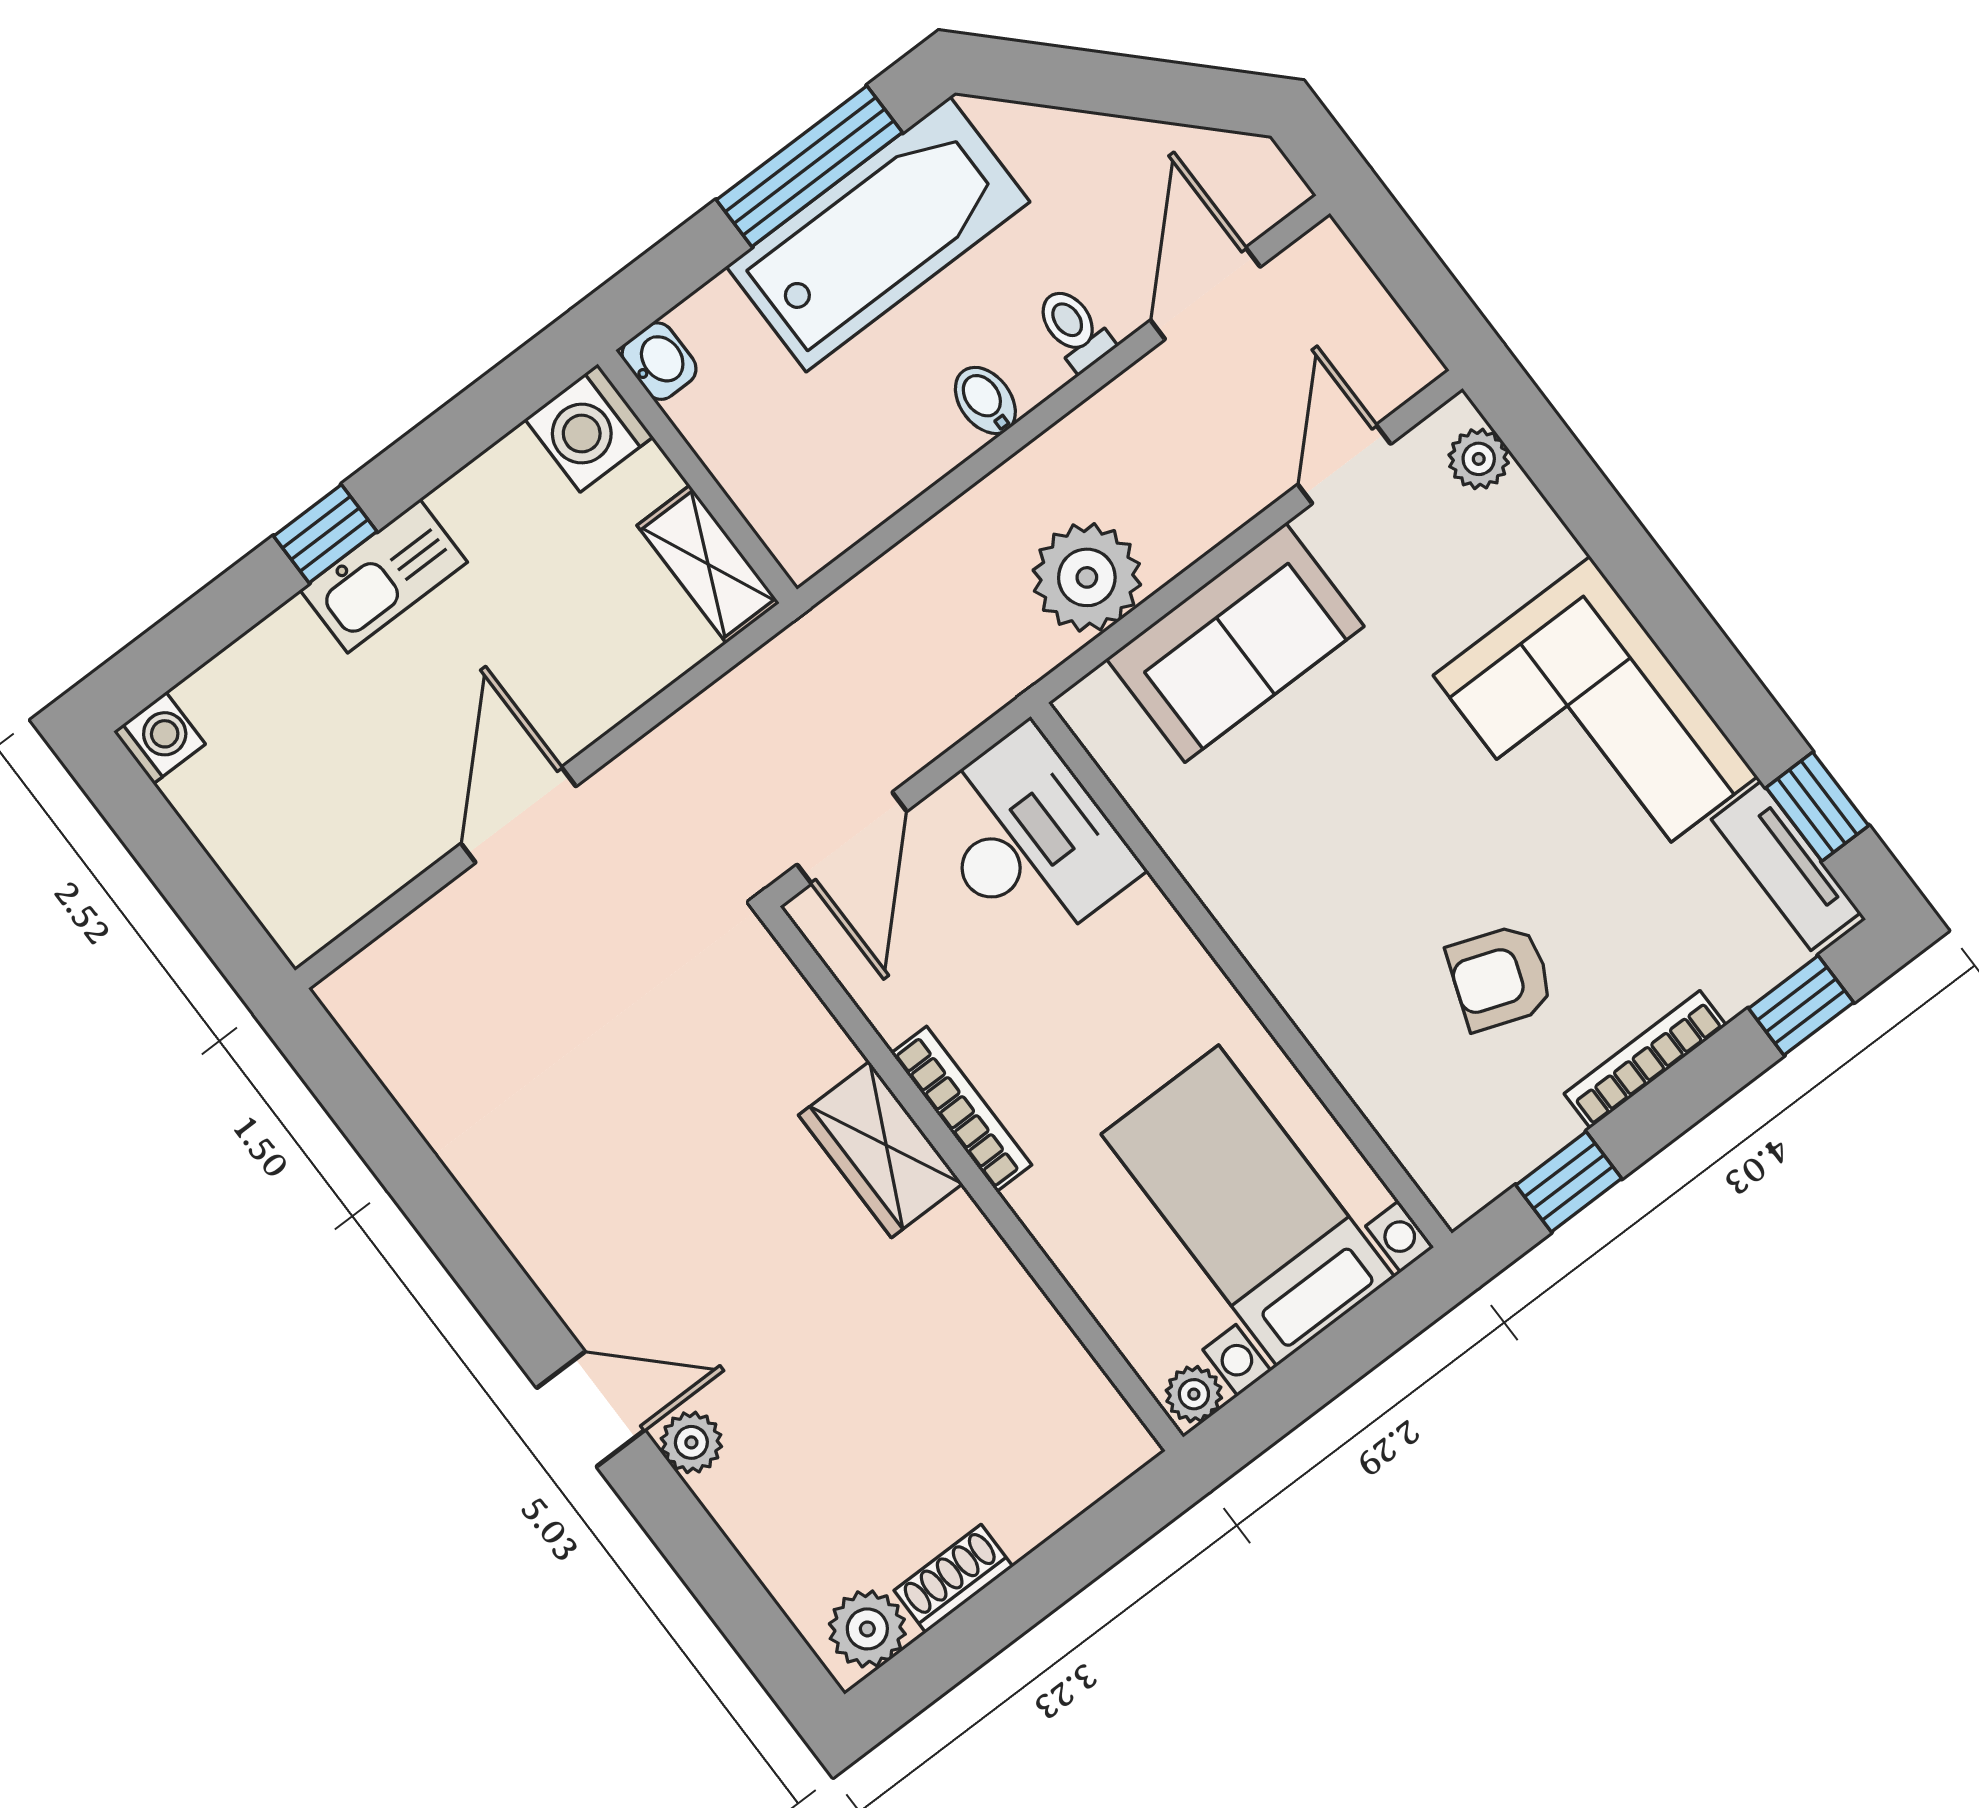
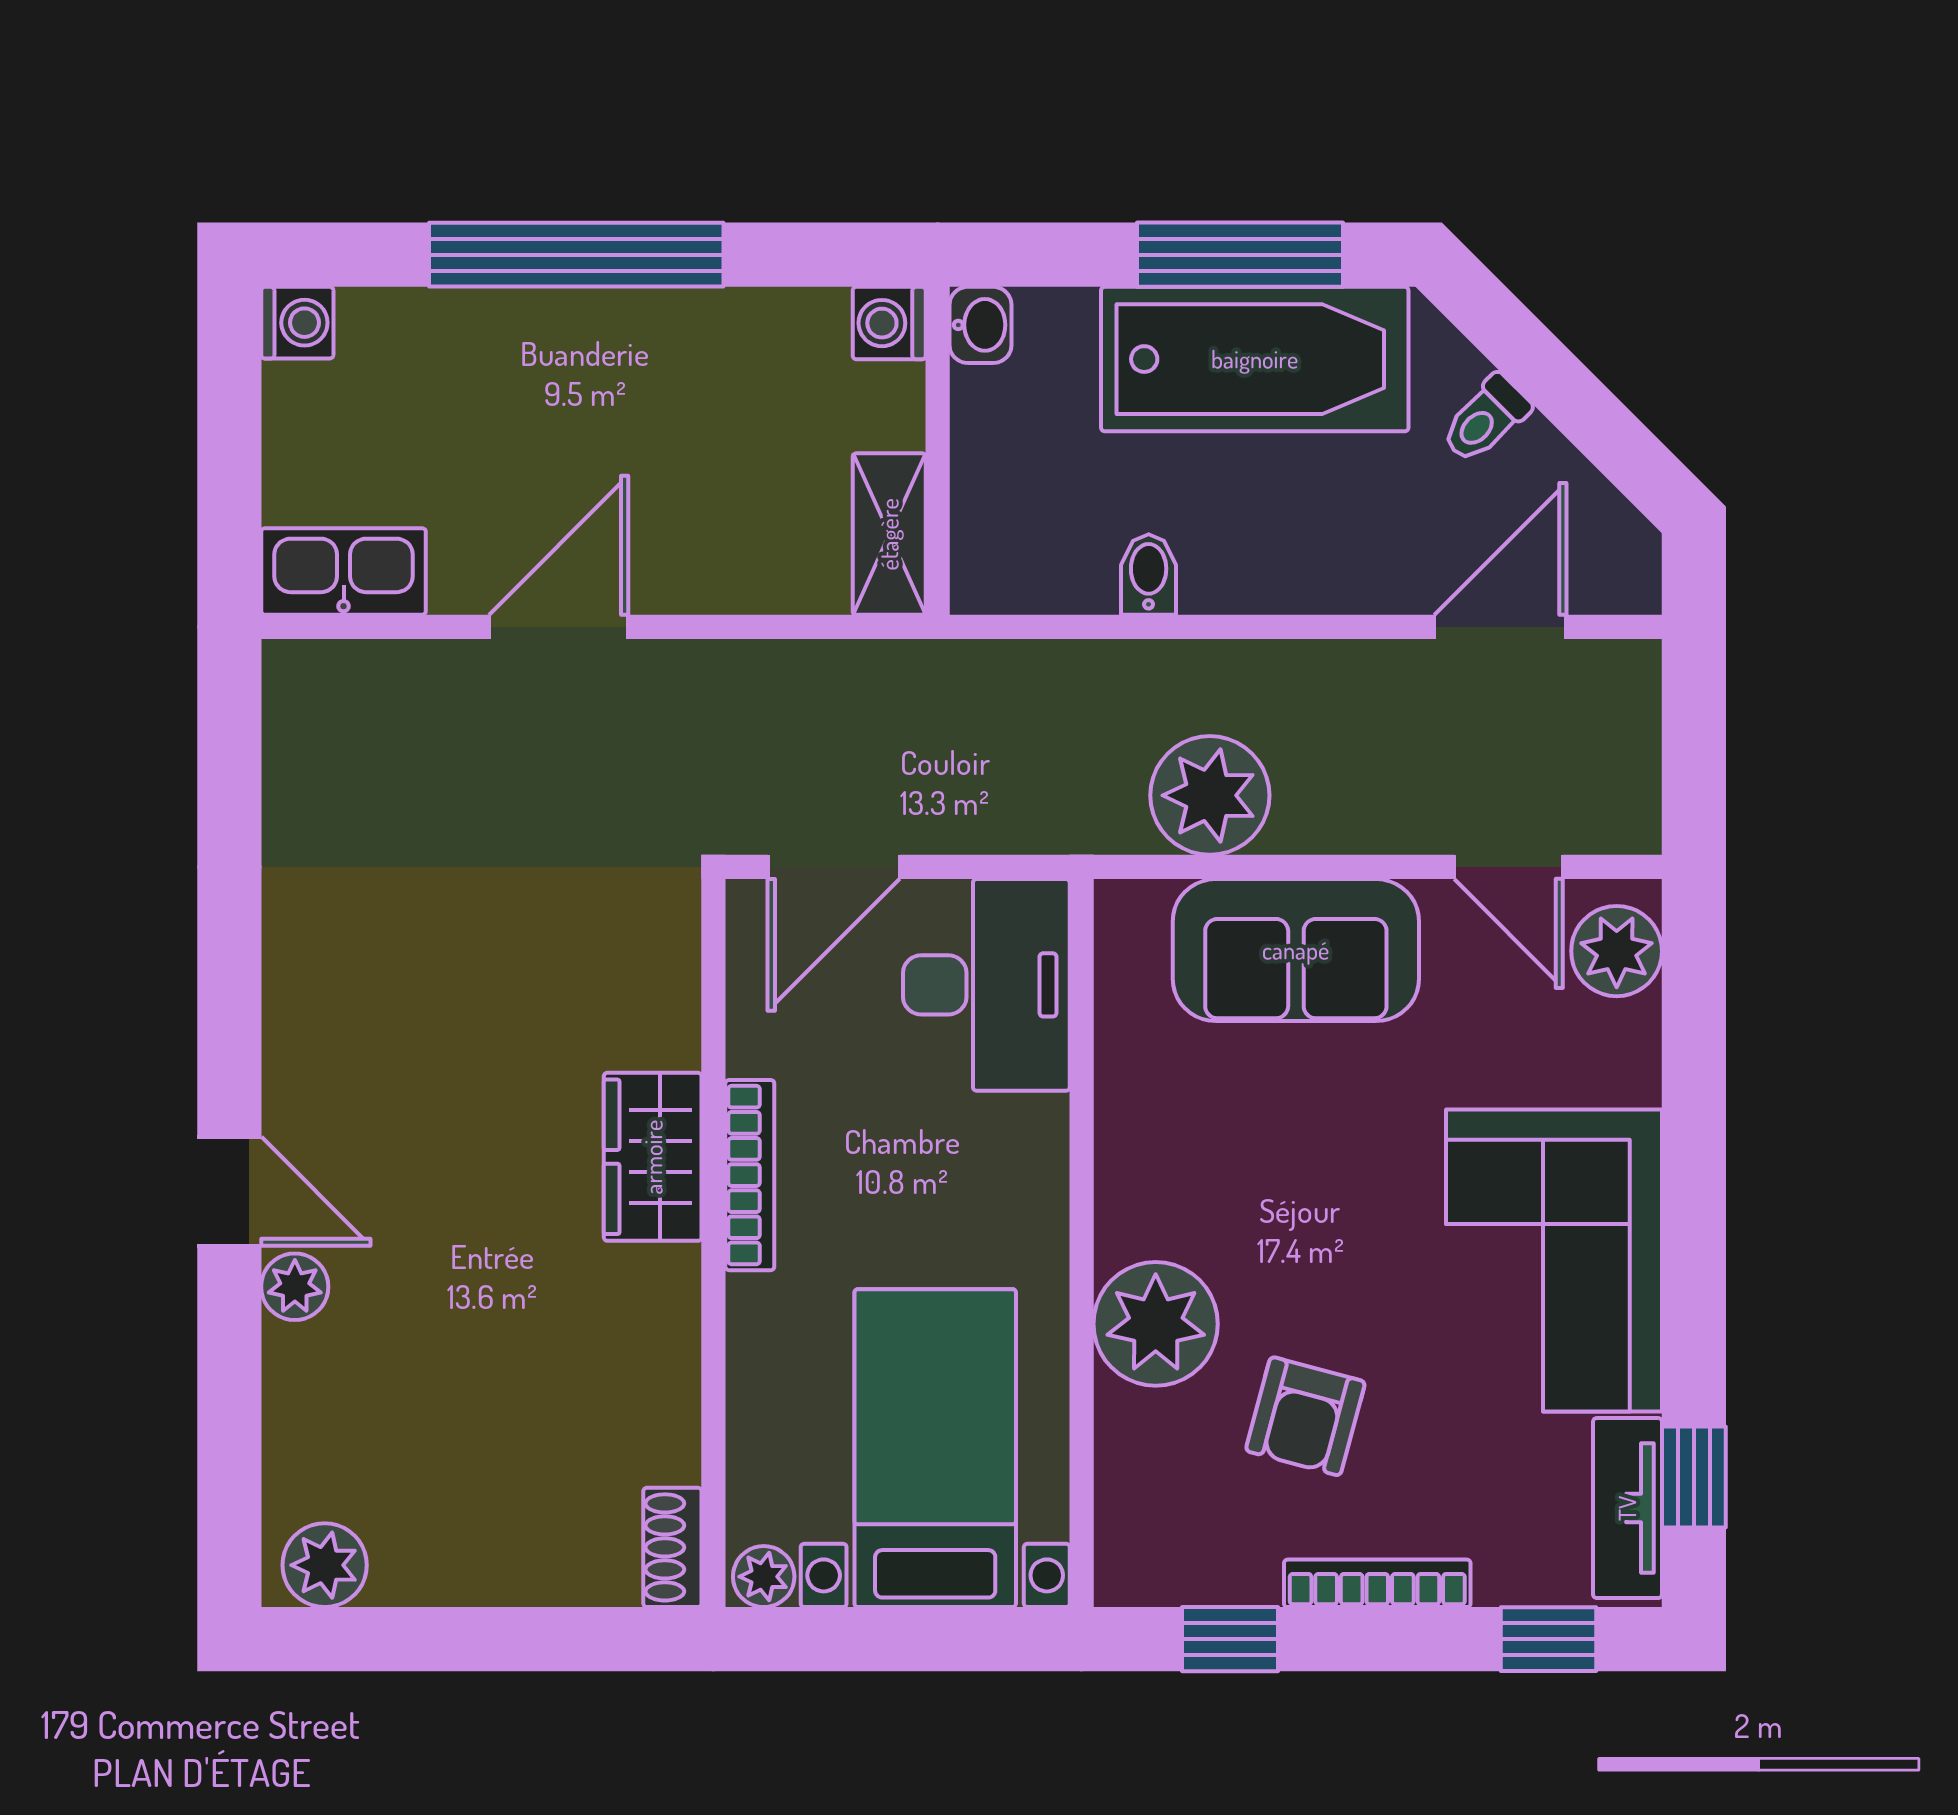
toilet: (1074, 329) -> (1485, 419), moved, turned -135
bidet: (985, 400) -> (1149, 575), moved
washing machine: (589, 428) -> (889, 323), width x0.73, depth x0.73
plant: (1479, 459) -> (1617, 951), width x1.38, depth x1.38
door: (1344, 464) -> (1509, 867), swing flipped
window: (325, 534) -> (576, 255), width x3.17
kitchen sink: (384, 576) -> (344, 571), moved, turned 180
armchair: (1500, 977) -> (1305, 1416), turned -95
plant: (1340, 993) -> (1156, 1324), added
shoe rack: (954, 1579) -> (672, 1547), moved, turned -90

